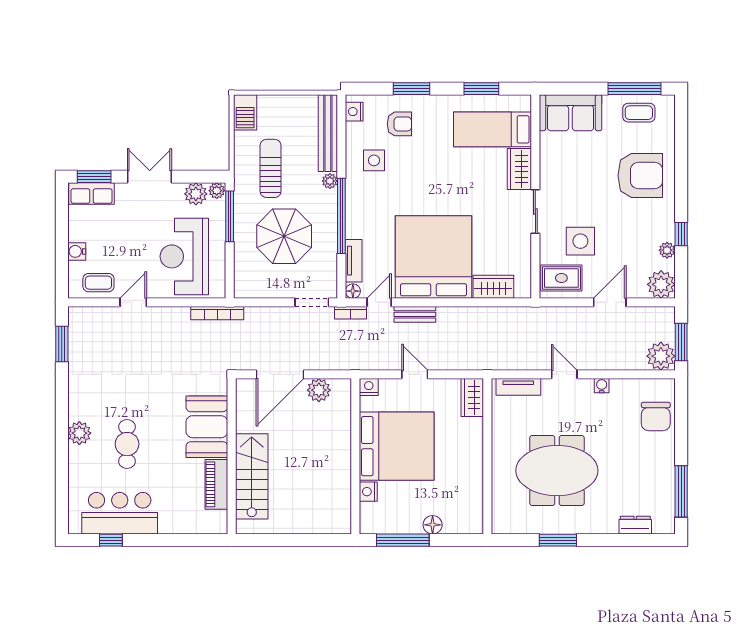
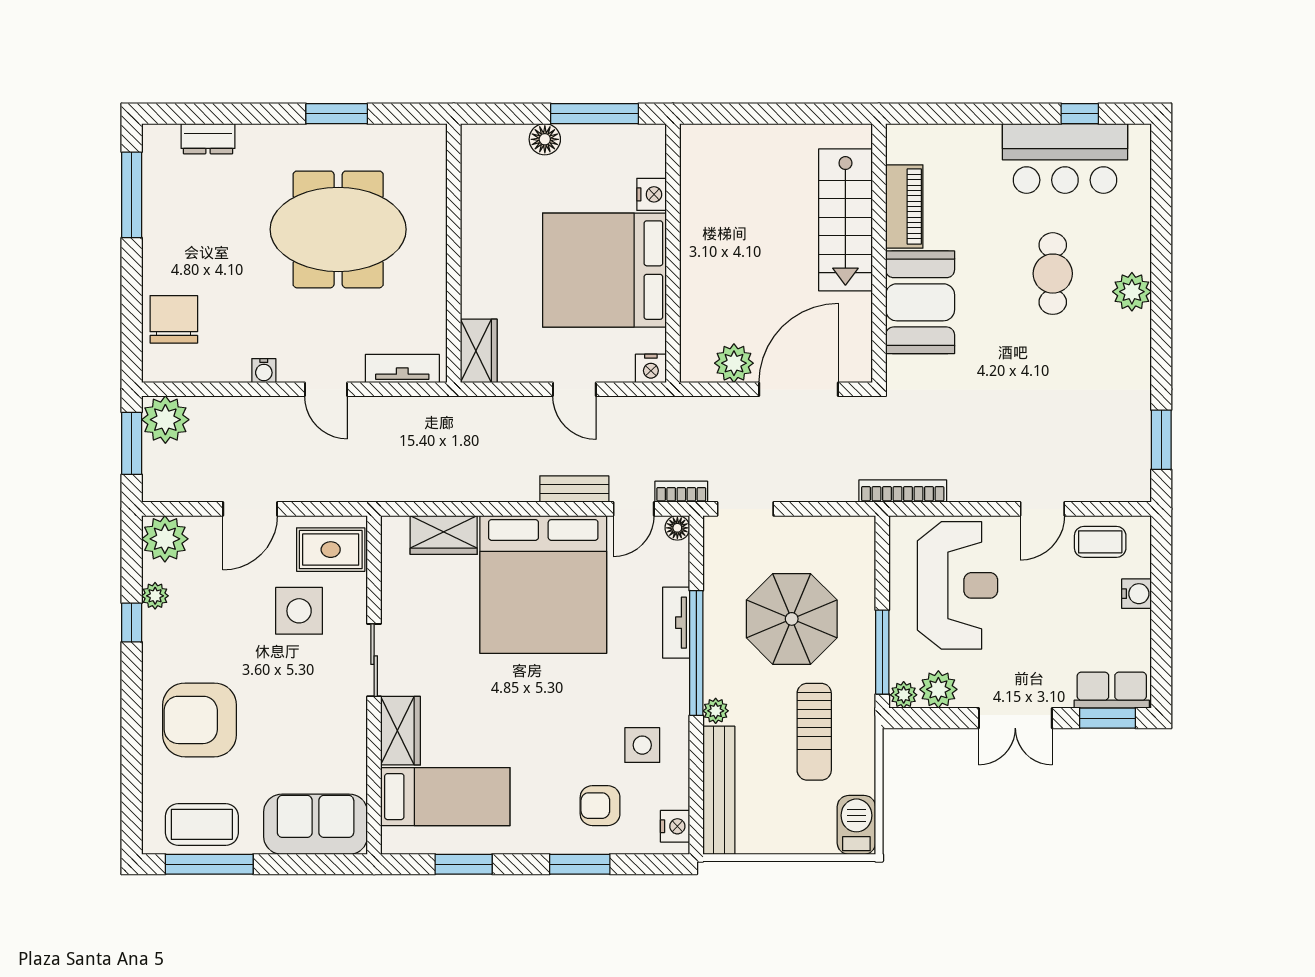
coffee table: (639, 113) -> (202, 824), width x1.36, depth x1.30
tv unit: (354, 261) -> (676, 623), moved

